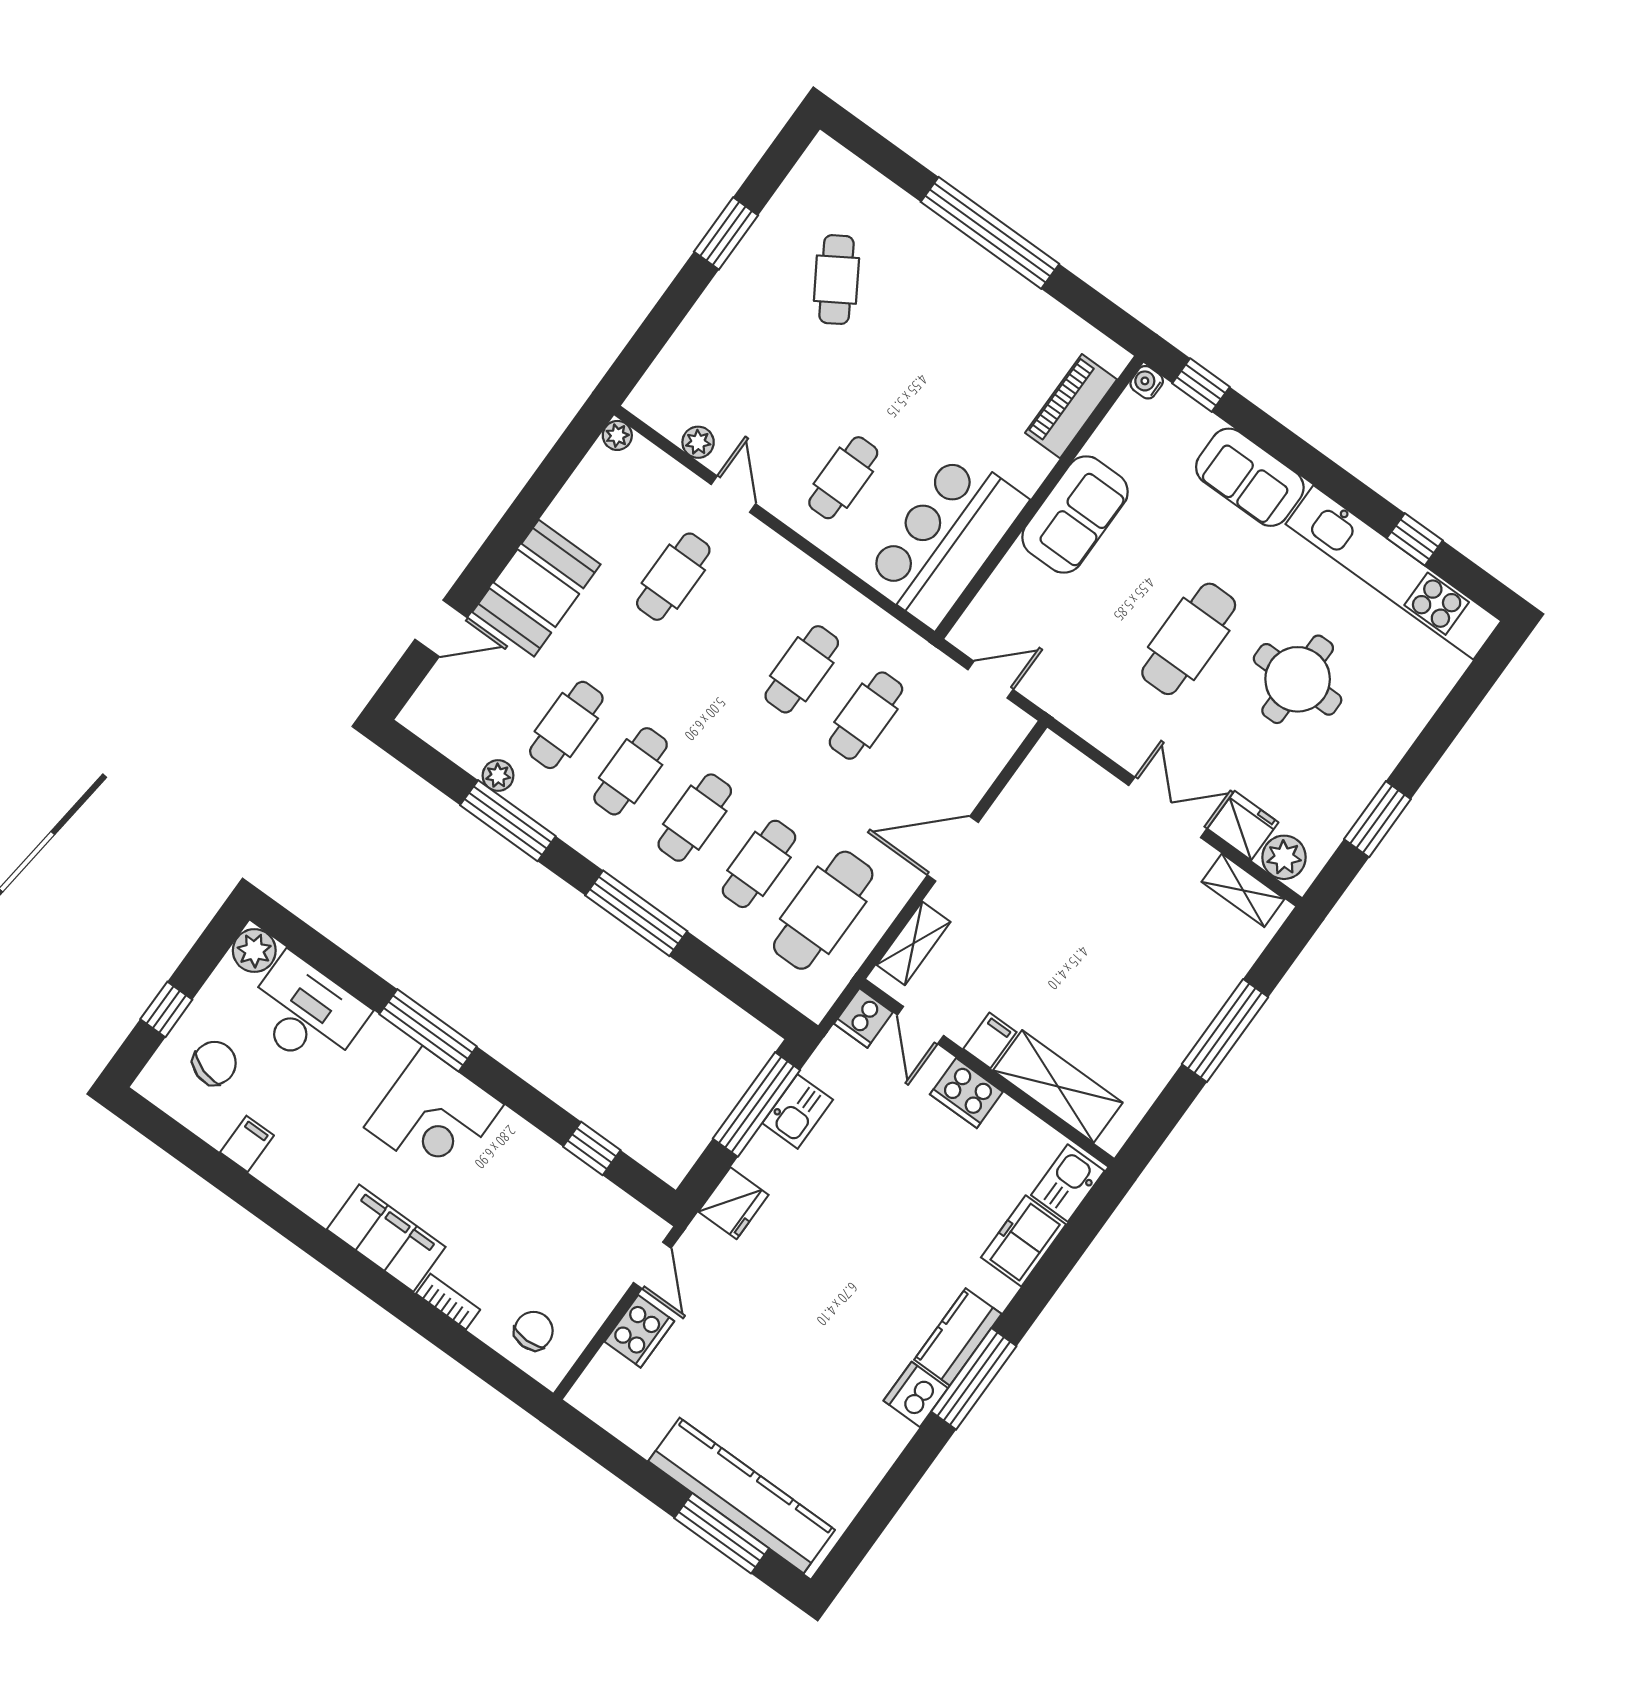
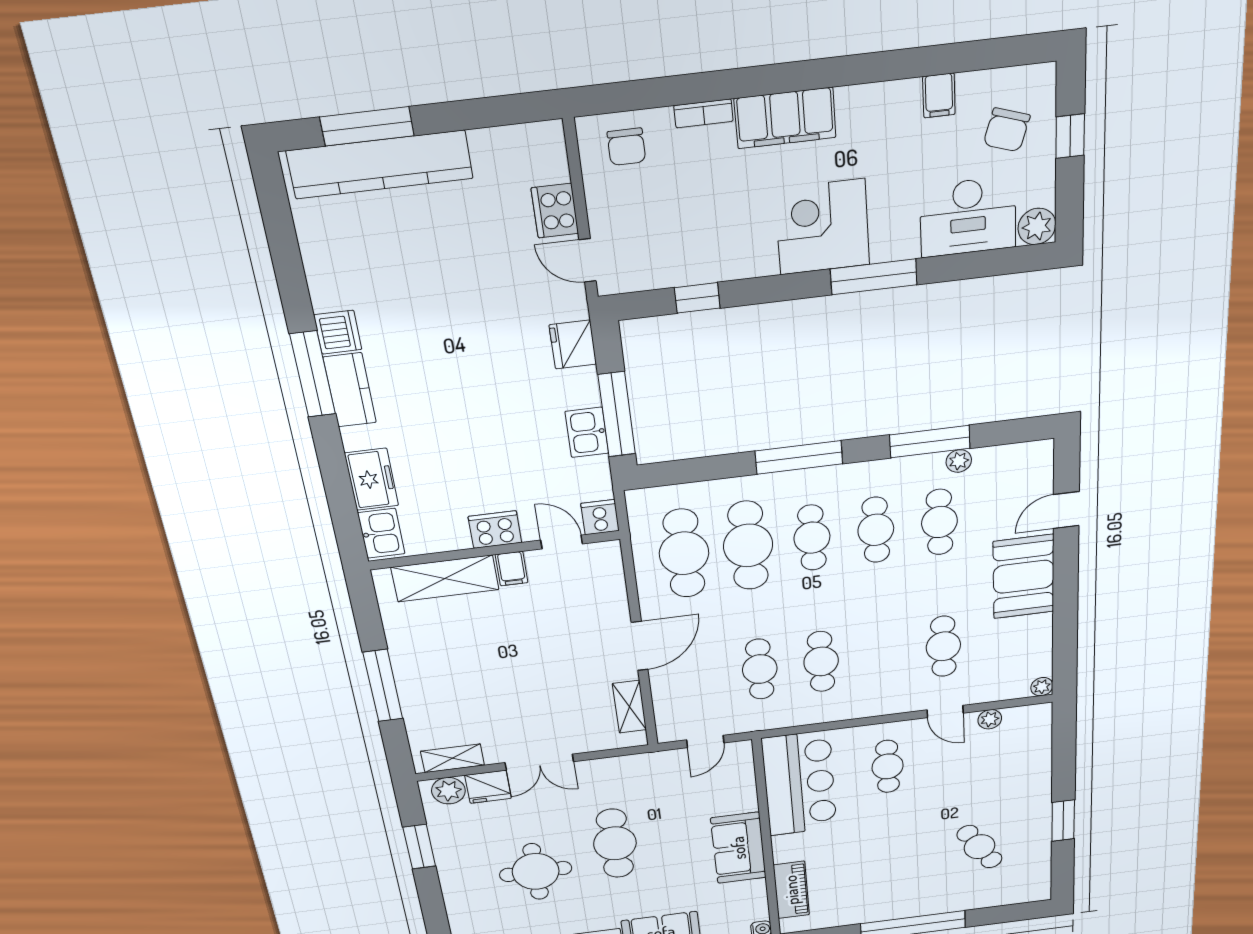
cafe table: (759, 864) -> (748, 545), width x1.37, depth x1.35
shelving: (913, 943) -> (629, 707), moved

